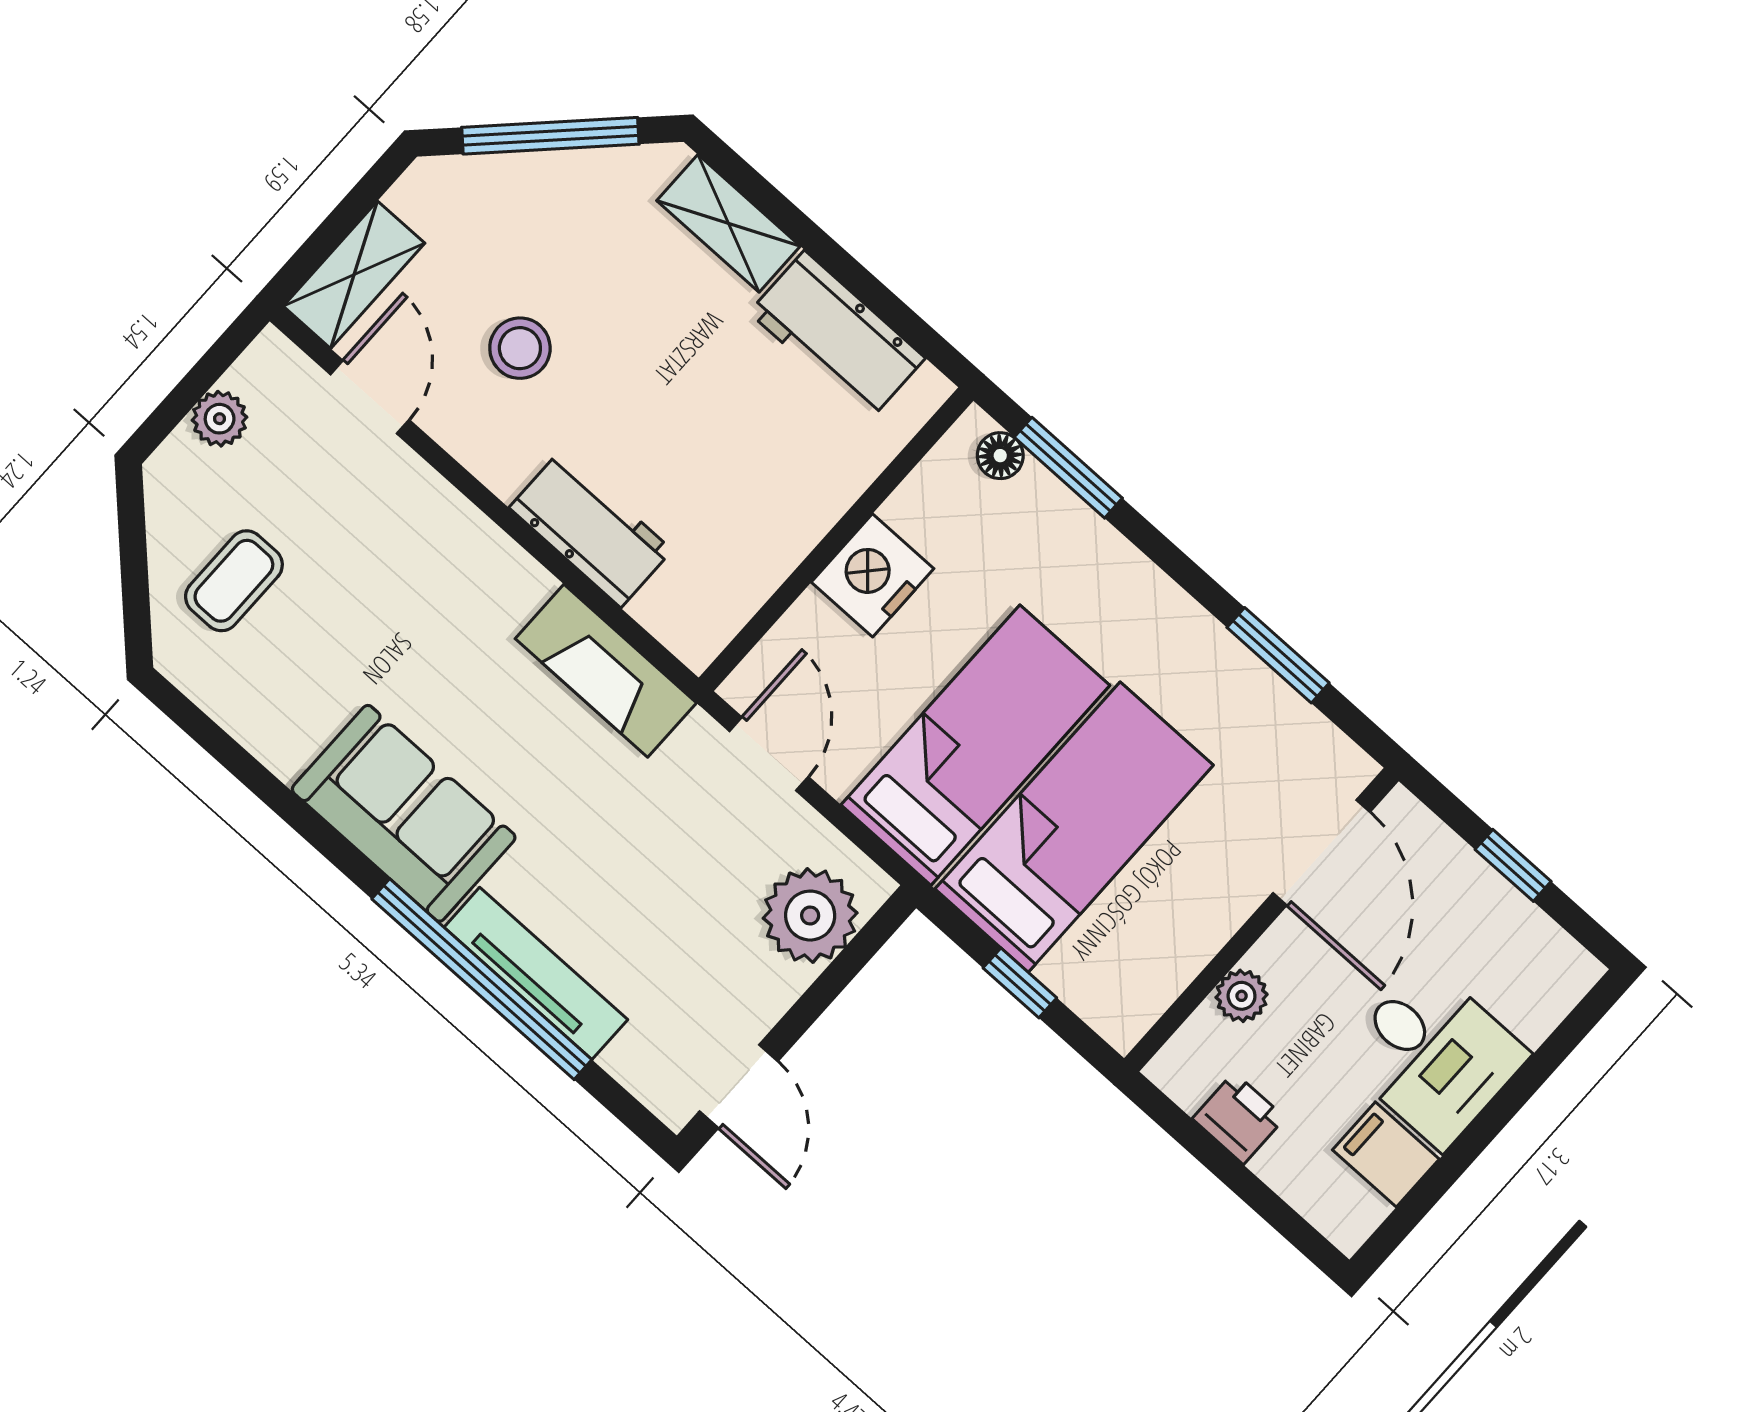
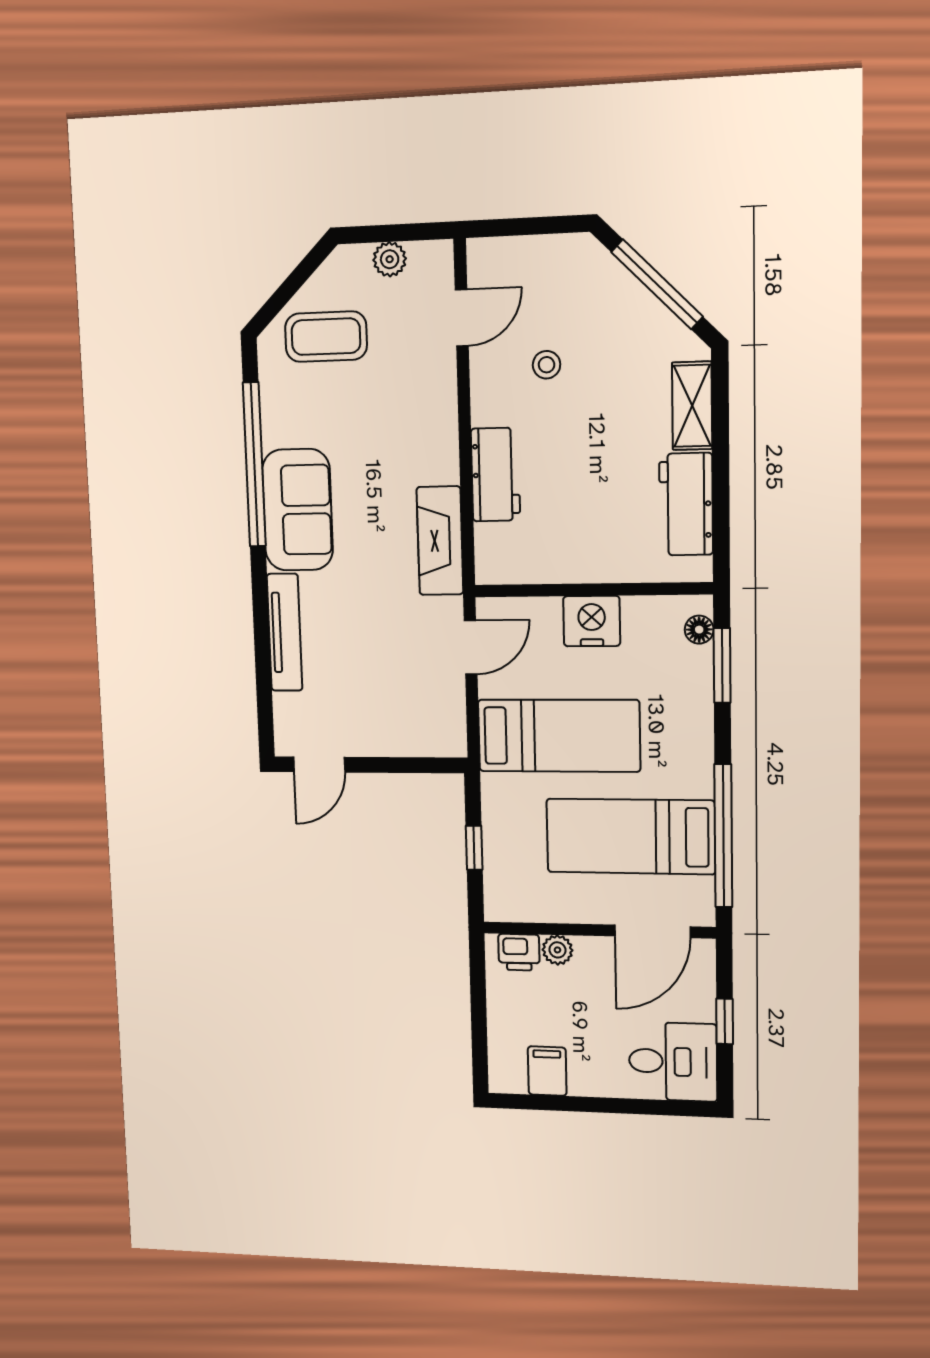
shelving: (354, 275) -> (510, 256), removed
stool: (520, 348) -> (547, 365), width x0.73, depth x0.73
coffee table: (234, 581) -> (326, 337), width x1.36, depth x1.30
window: (1278, 655) -> (723, 836), width x2.11
bed: (1074, 827) -> (631, 836), moved, turned 180
plant: (810, 916) -> (418, 730), removed
window: (482, 979) -> (254, 465), moved
desk: (1434, 1056) -> (673, 1062), moved, turned -90
printer: (1239, 1118) -> (519, 952), moved, turned 90

